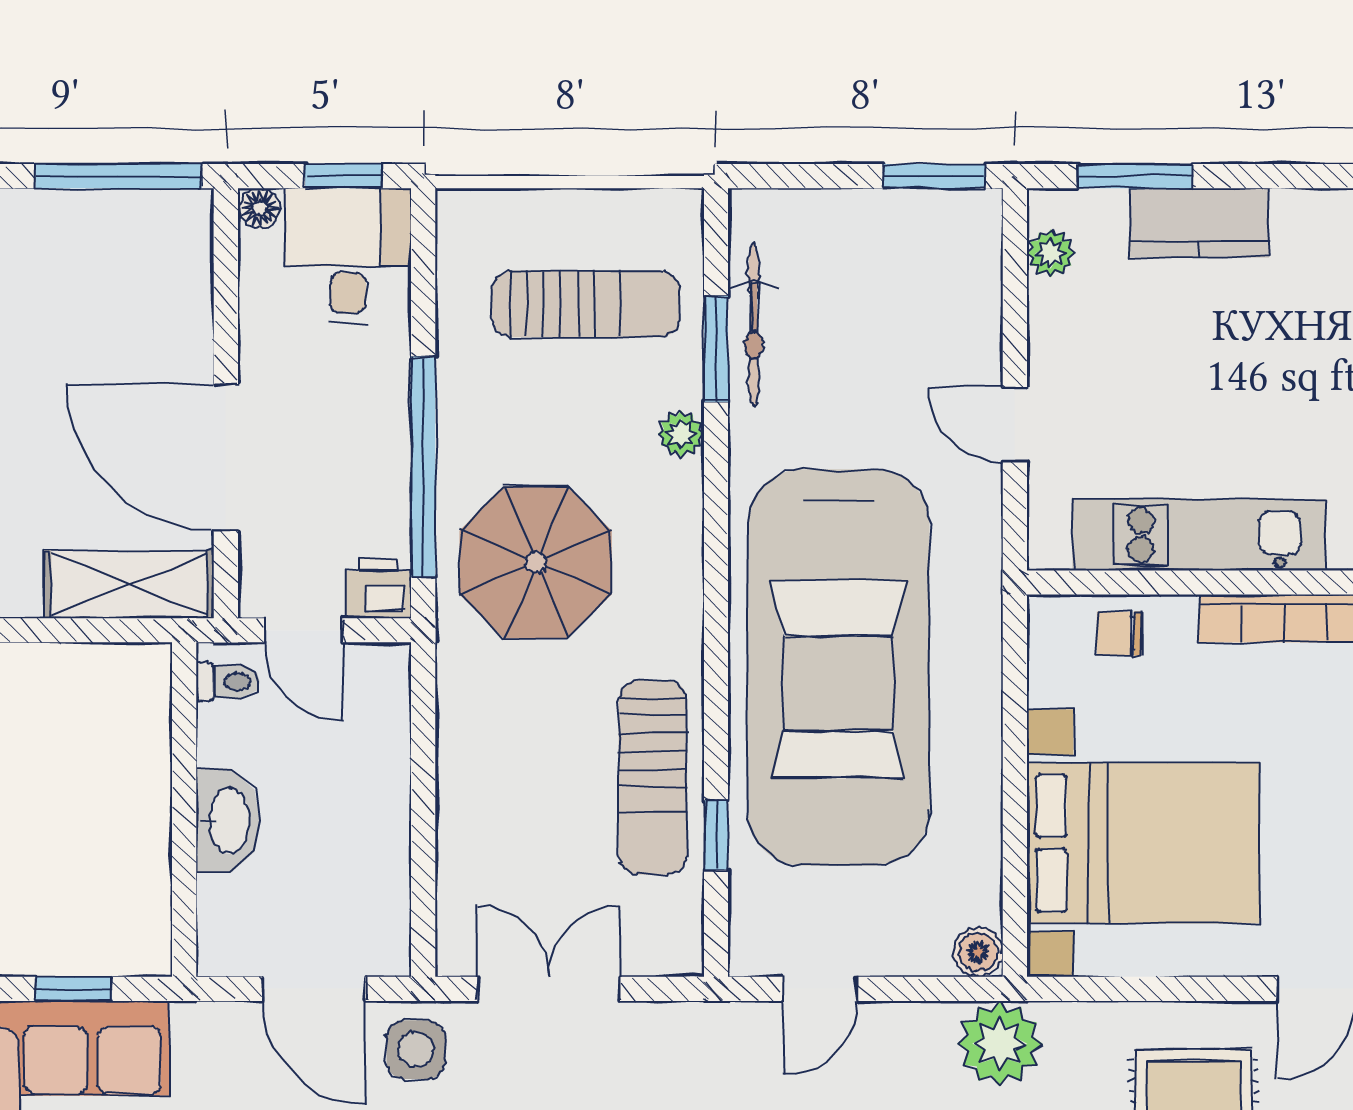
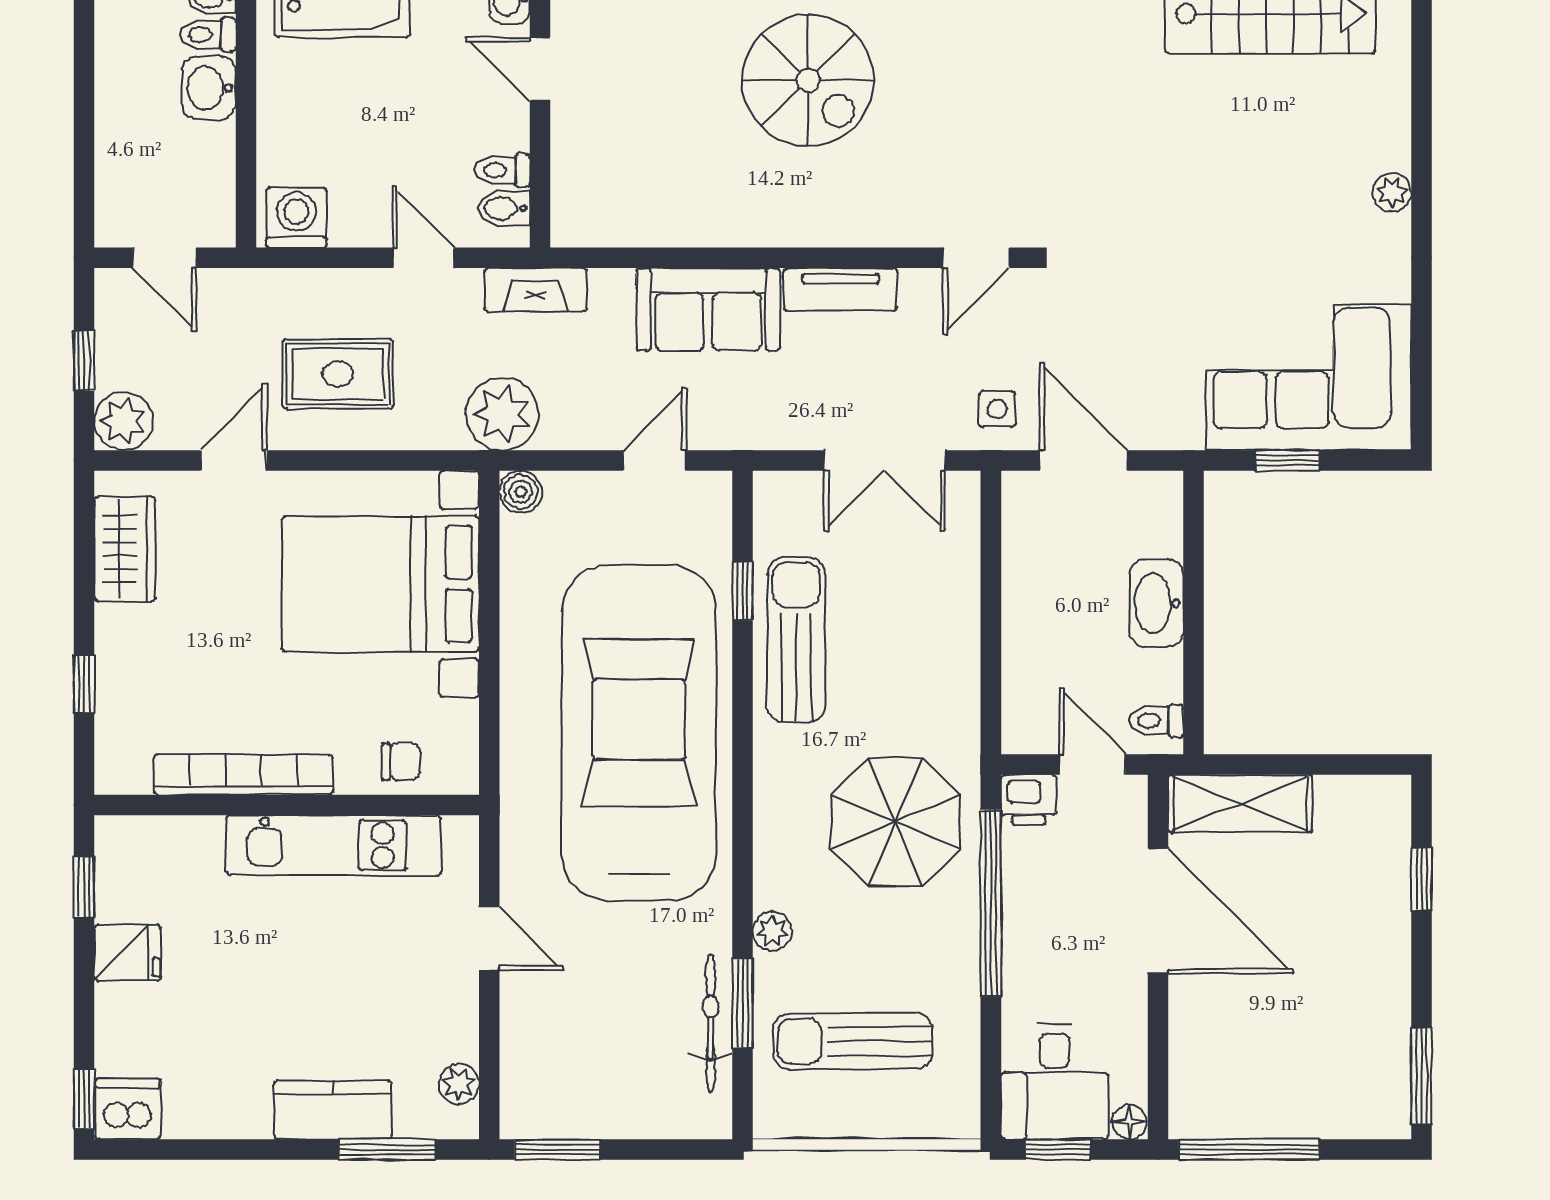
side table: (416, 1050) -> (997, 409), width x0.73, depth x0.73

